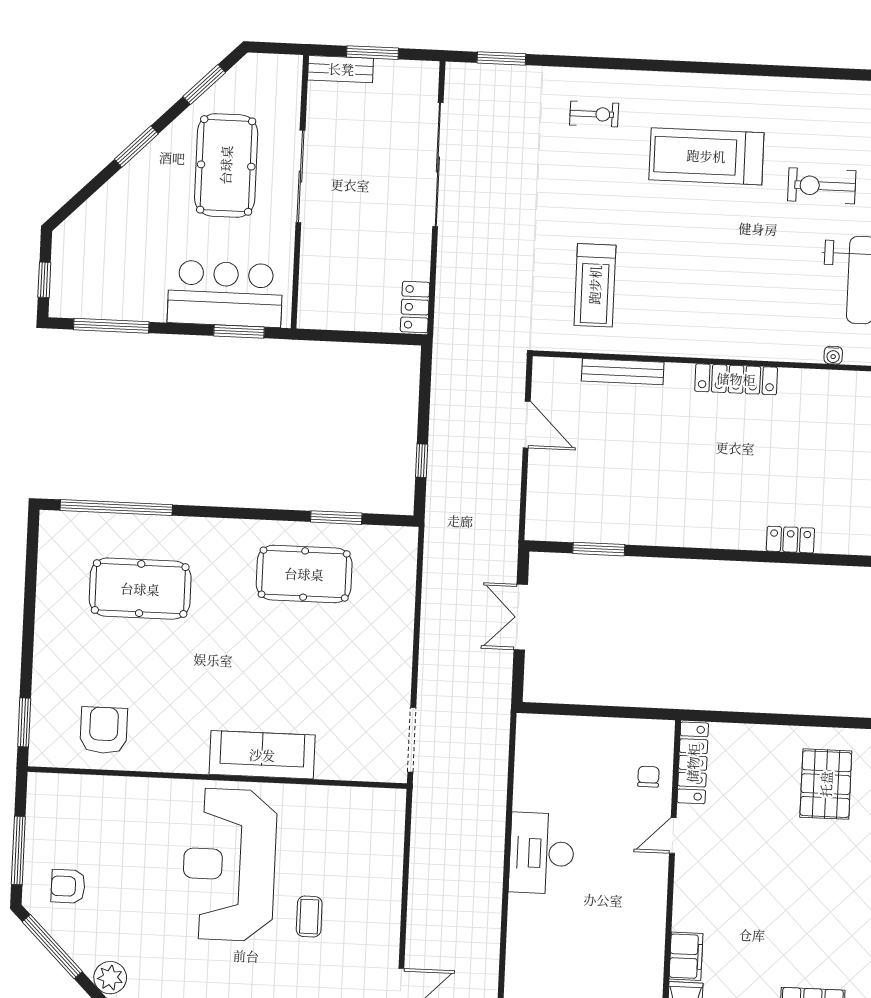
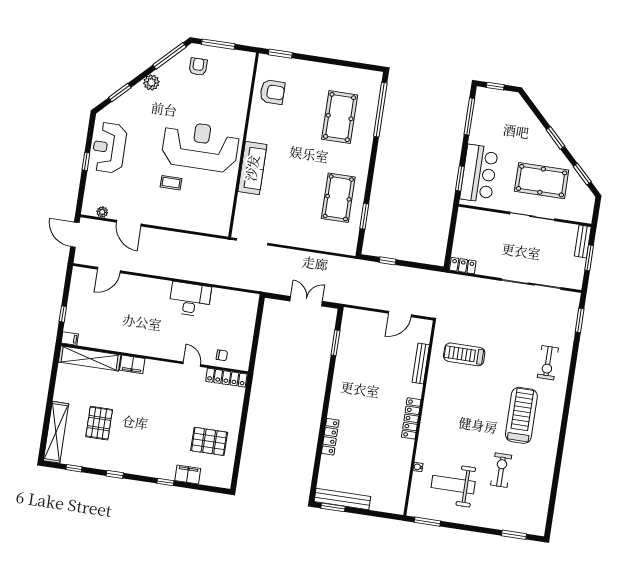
exercise bike: (594, 114) -> (548, 363), width x1.38, depth x1.39
locker: (790, 540) -> (330, 437), width x1.53

